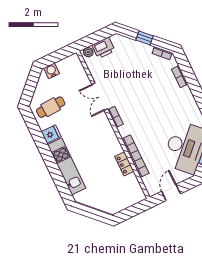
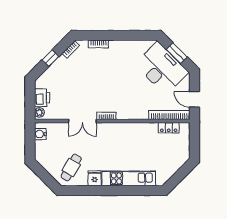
water cooler: (52, 71) -> (40, 134), moved
cafe table: (51, 107) -> (71, 168), turned 33
bookcase: (135, 156) -> (169, 115), moved
locker: (124, 164) -> (169, 128), moved

